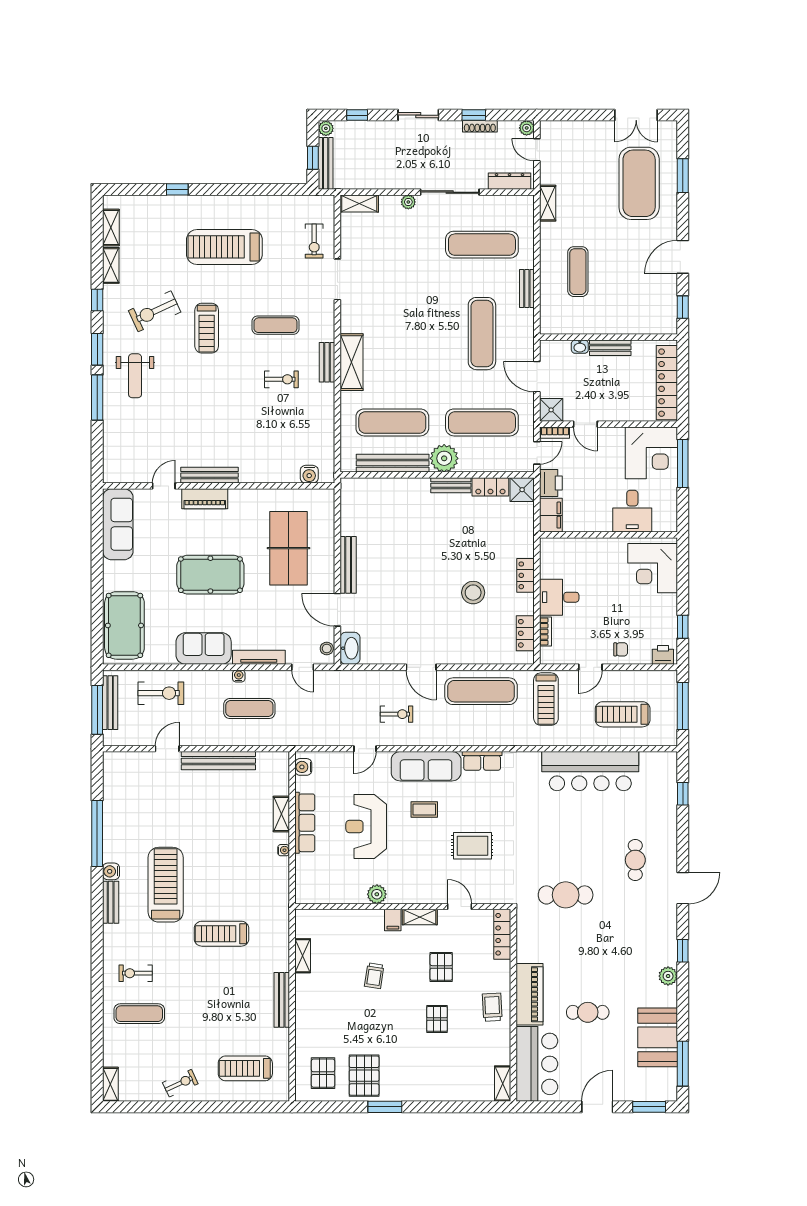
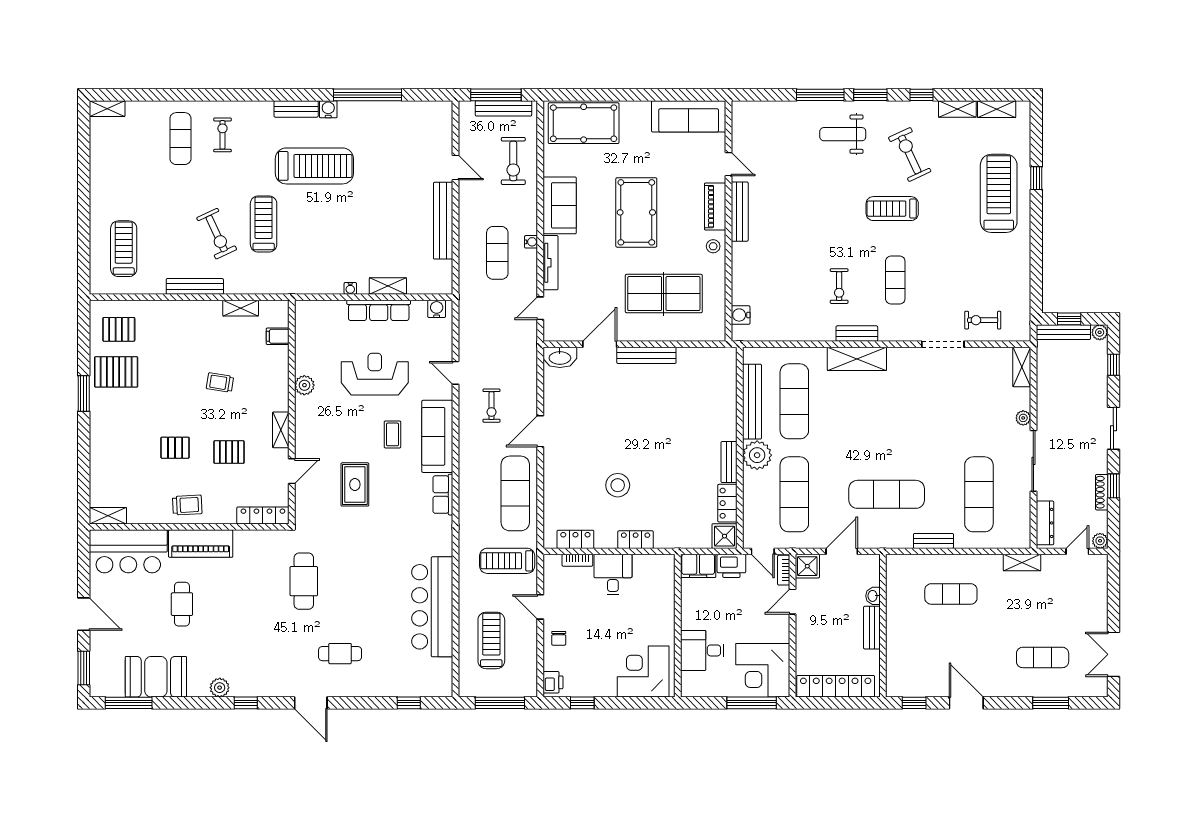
exercise mat: (639, 183) -> (1043, 657), width x0.50, depth x0.69
treadmill: (224, 247) -> (999, 193), moved
stool: (327, 649) -> (713, 246), moved
filing cabinet: (393, 920) -> (278, 336), moved
exercise bike: (180, 1083) -> (217, 234), moved, width x1.38, depth x1.39

